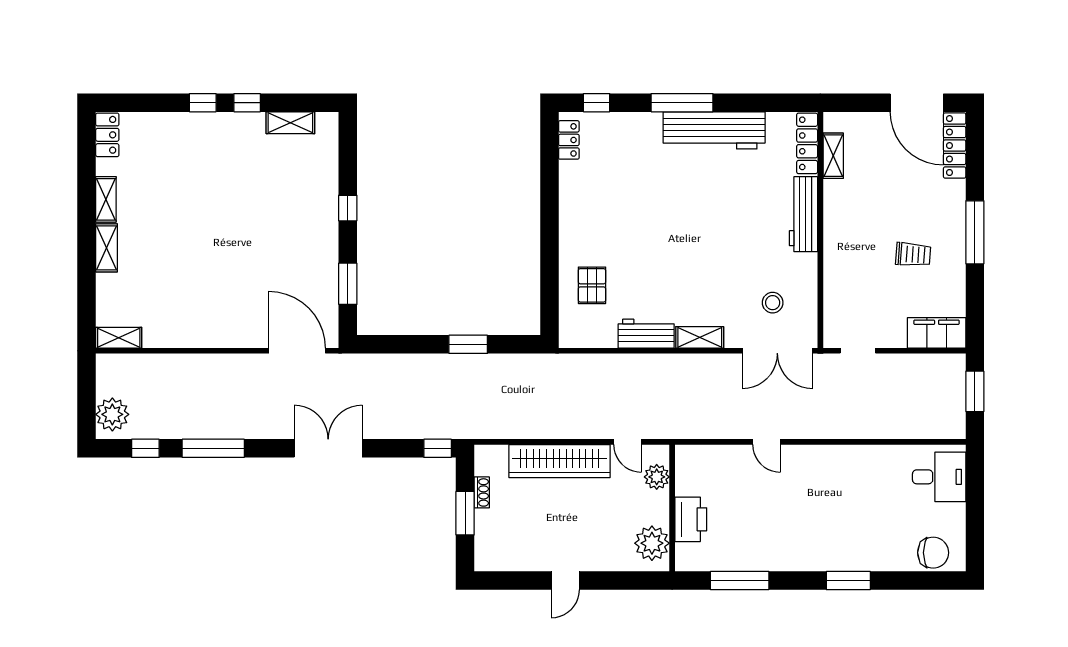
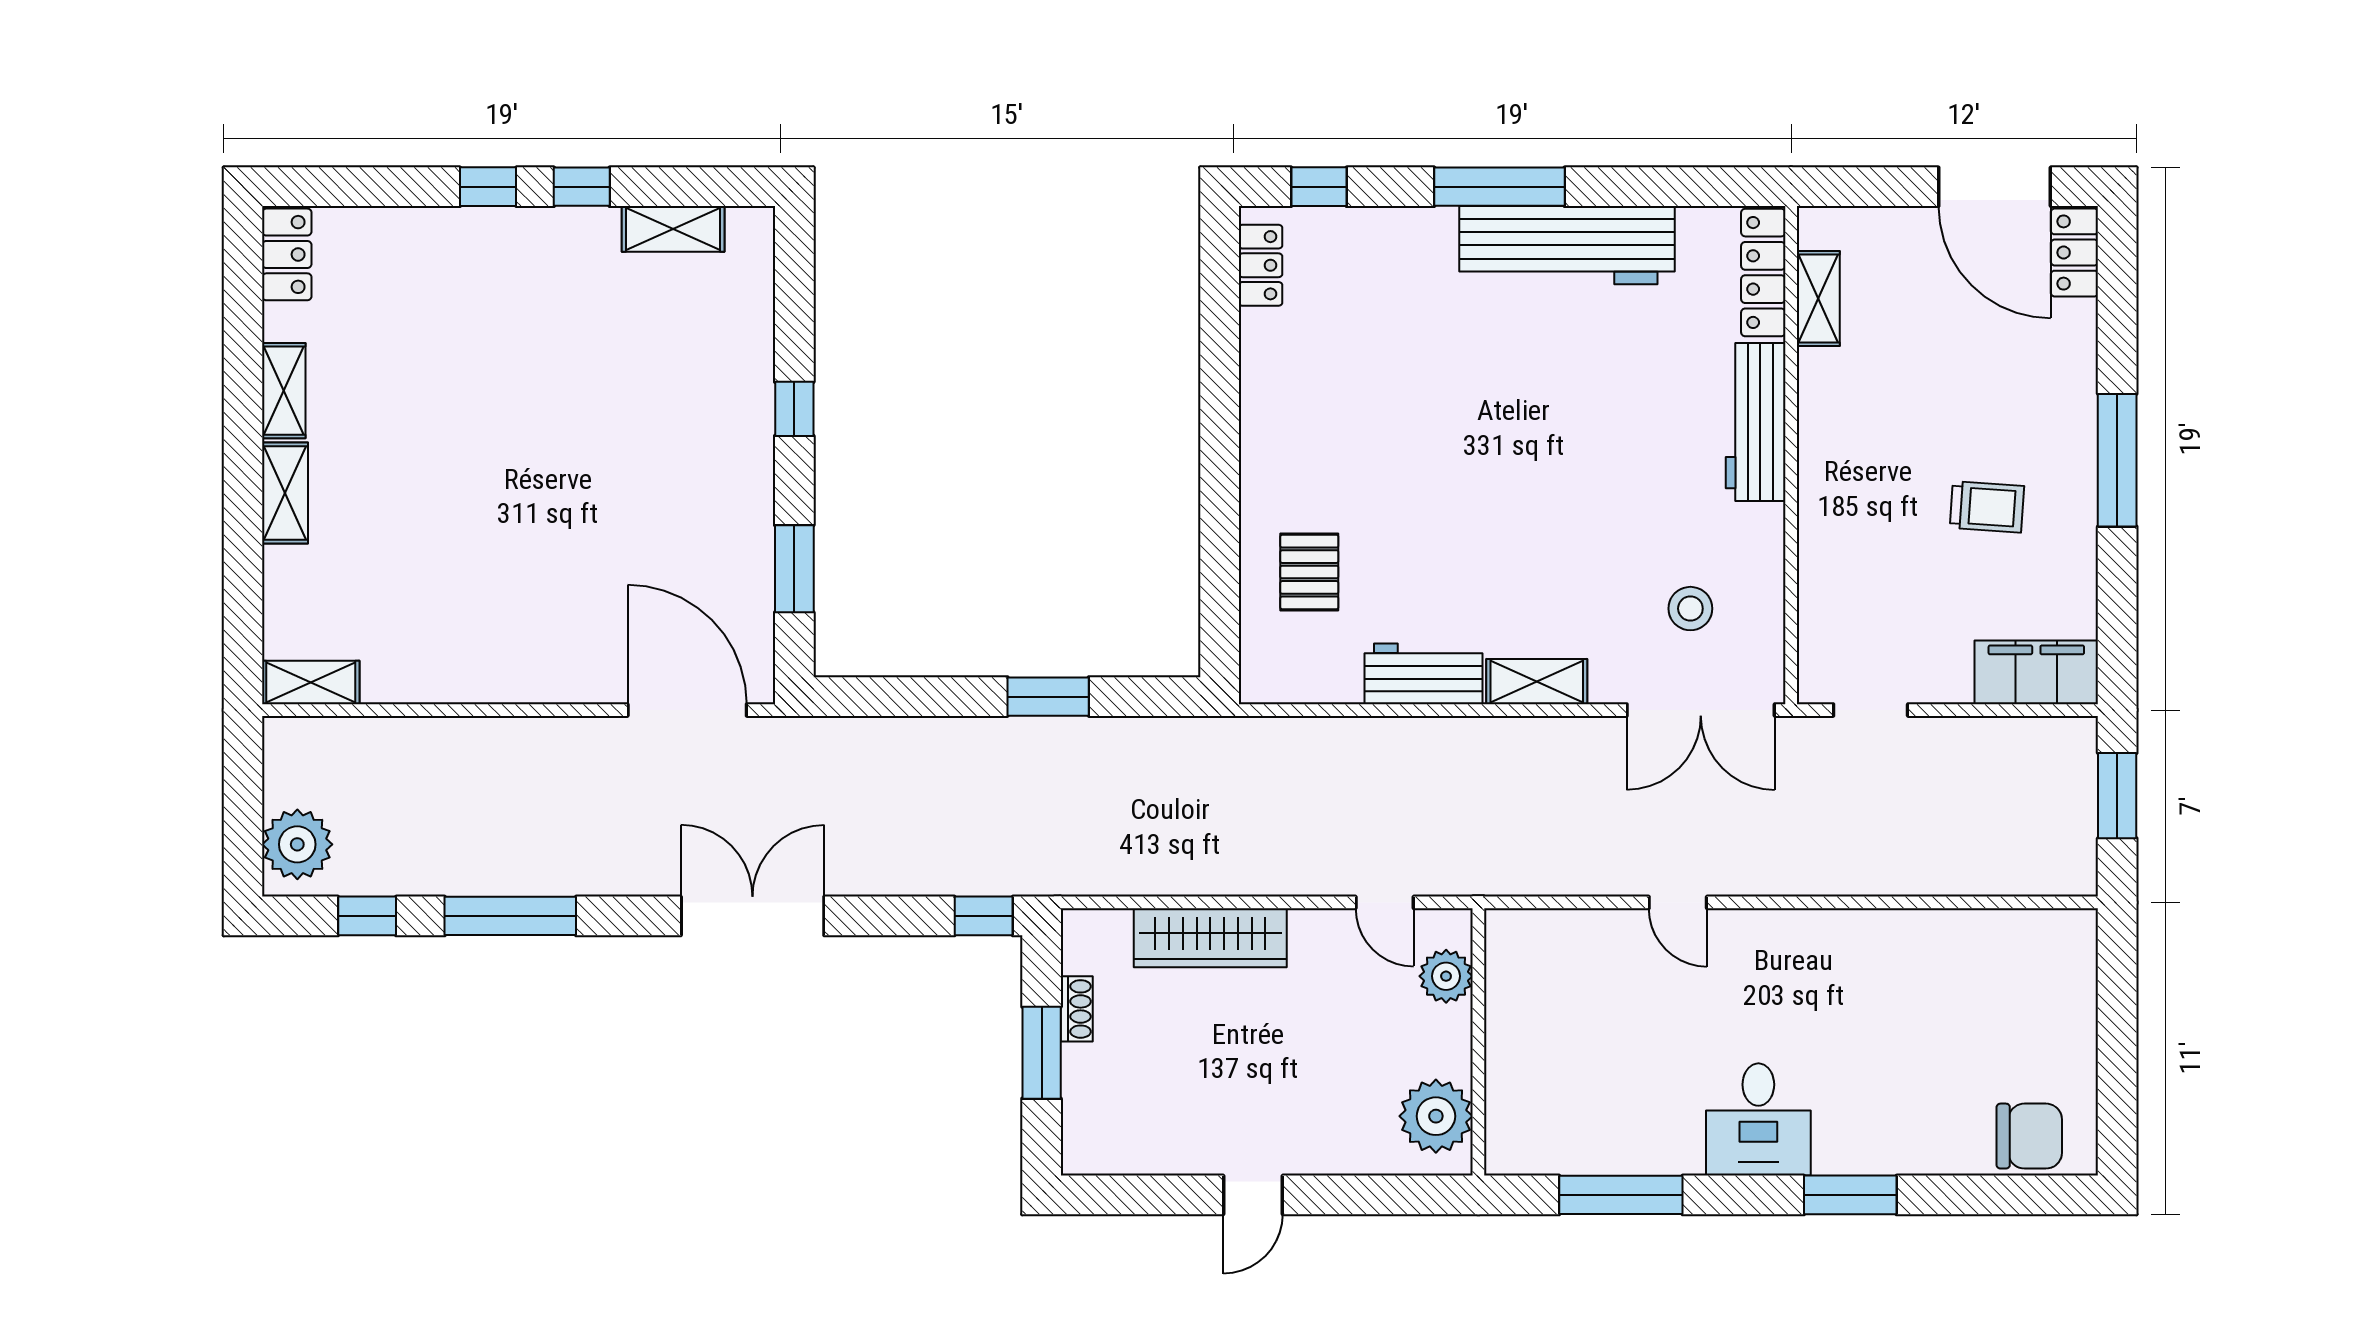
locker: (955, 146) -> (2074, 253), width x0.66
wardrobe: (560, 461) -> (1210, 938), width x0.71, depth x0.85
desk: (939, 477) -> (1758, 1119), moved, turned 90
printer: (691, 519) -> (1518, 1066), removed

